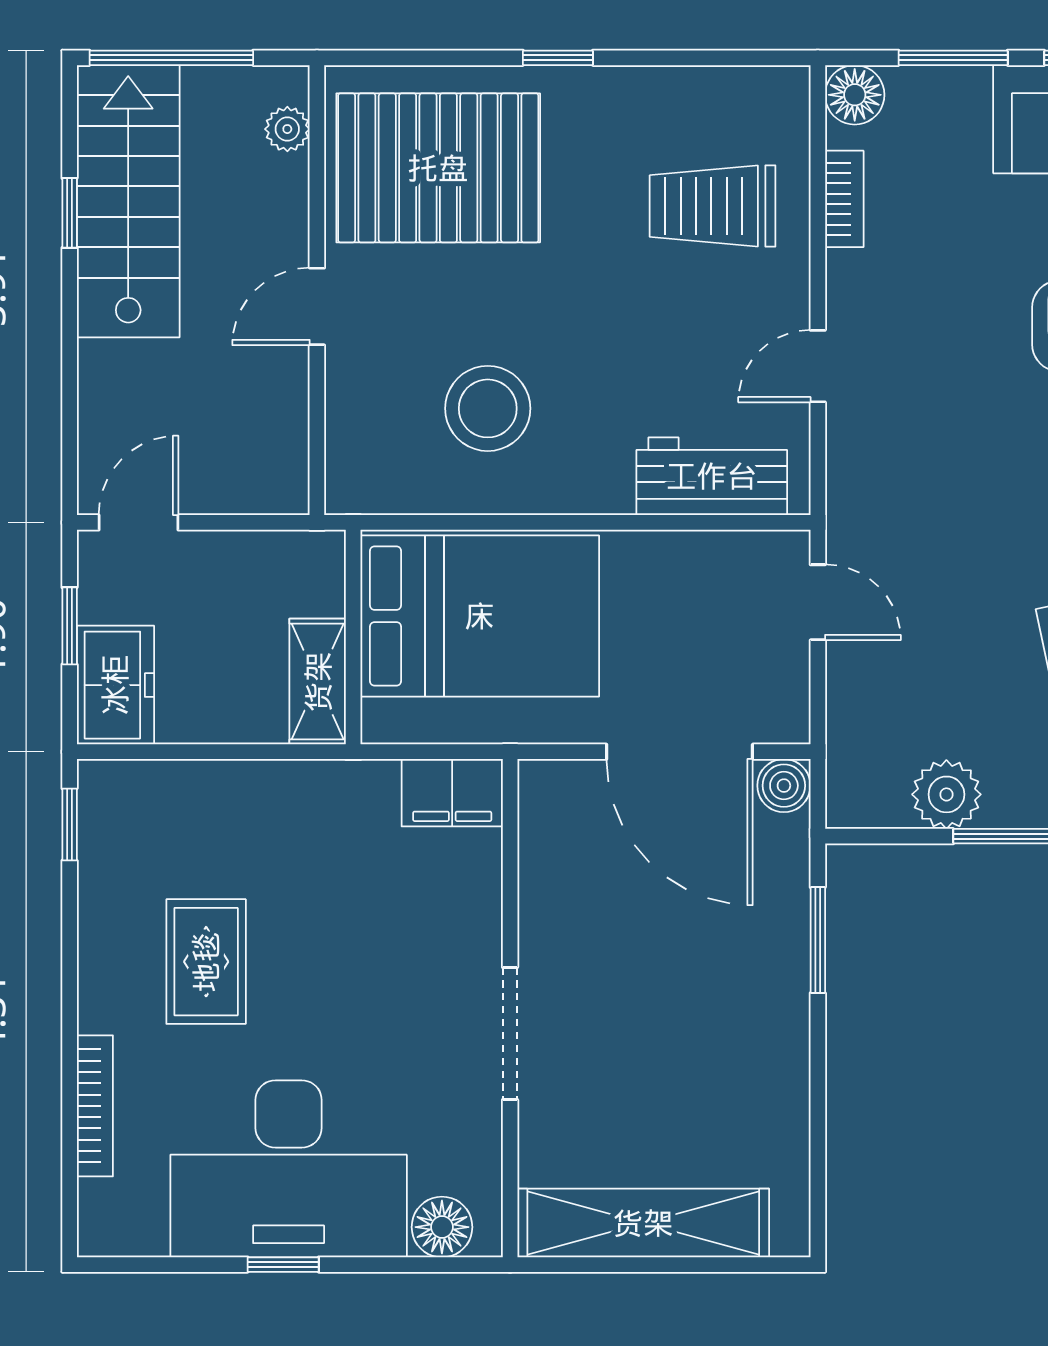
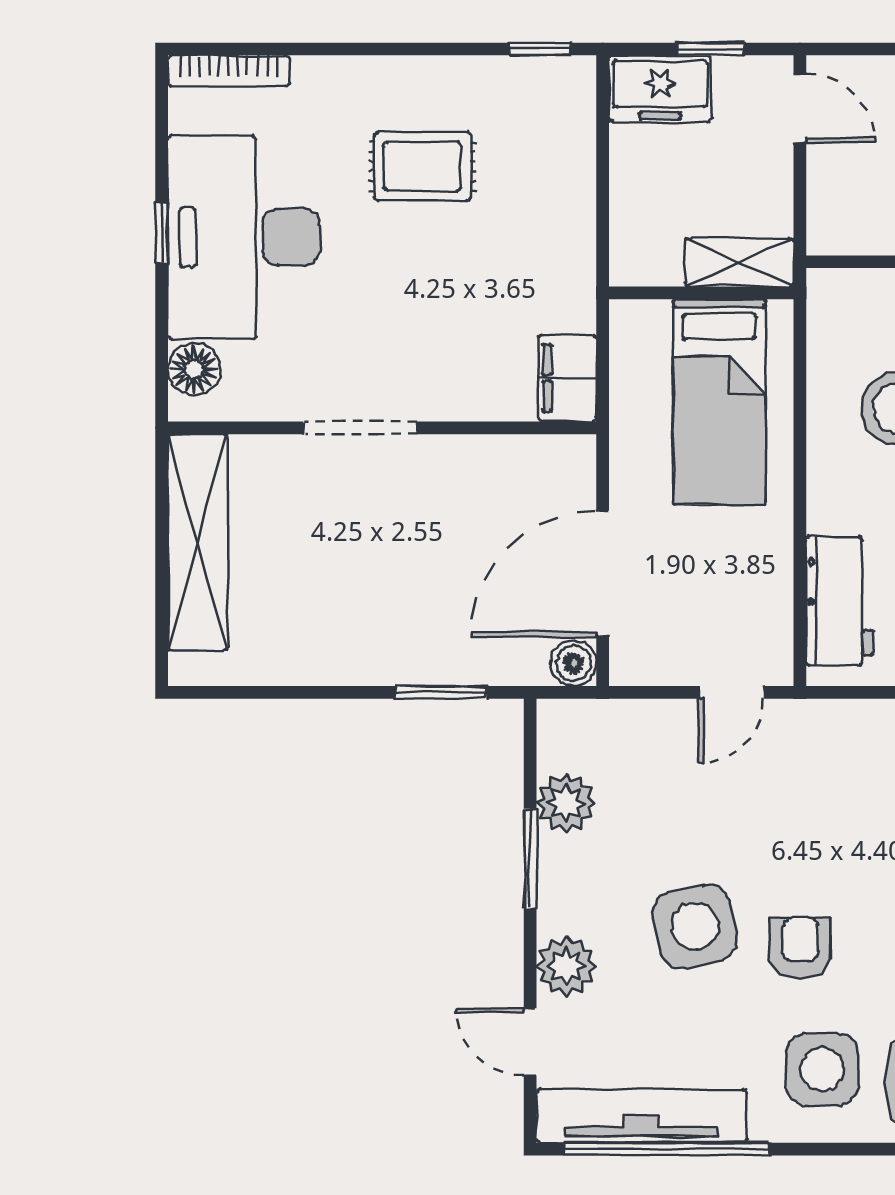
bed: (480, 616) -> (719, 402), width x0.67
shelving: (318, 682) -> (740, 262), moved
bookcase: (95, 1106) -> (229, 71), moved

